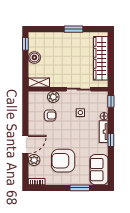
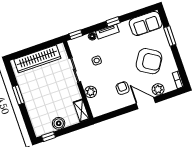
armchair: (50, 115) -> (123, 88), moved
armchair: (63, 161) -> (149, 61), turned -58

